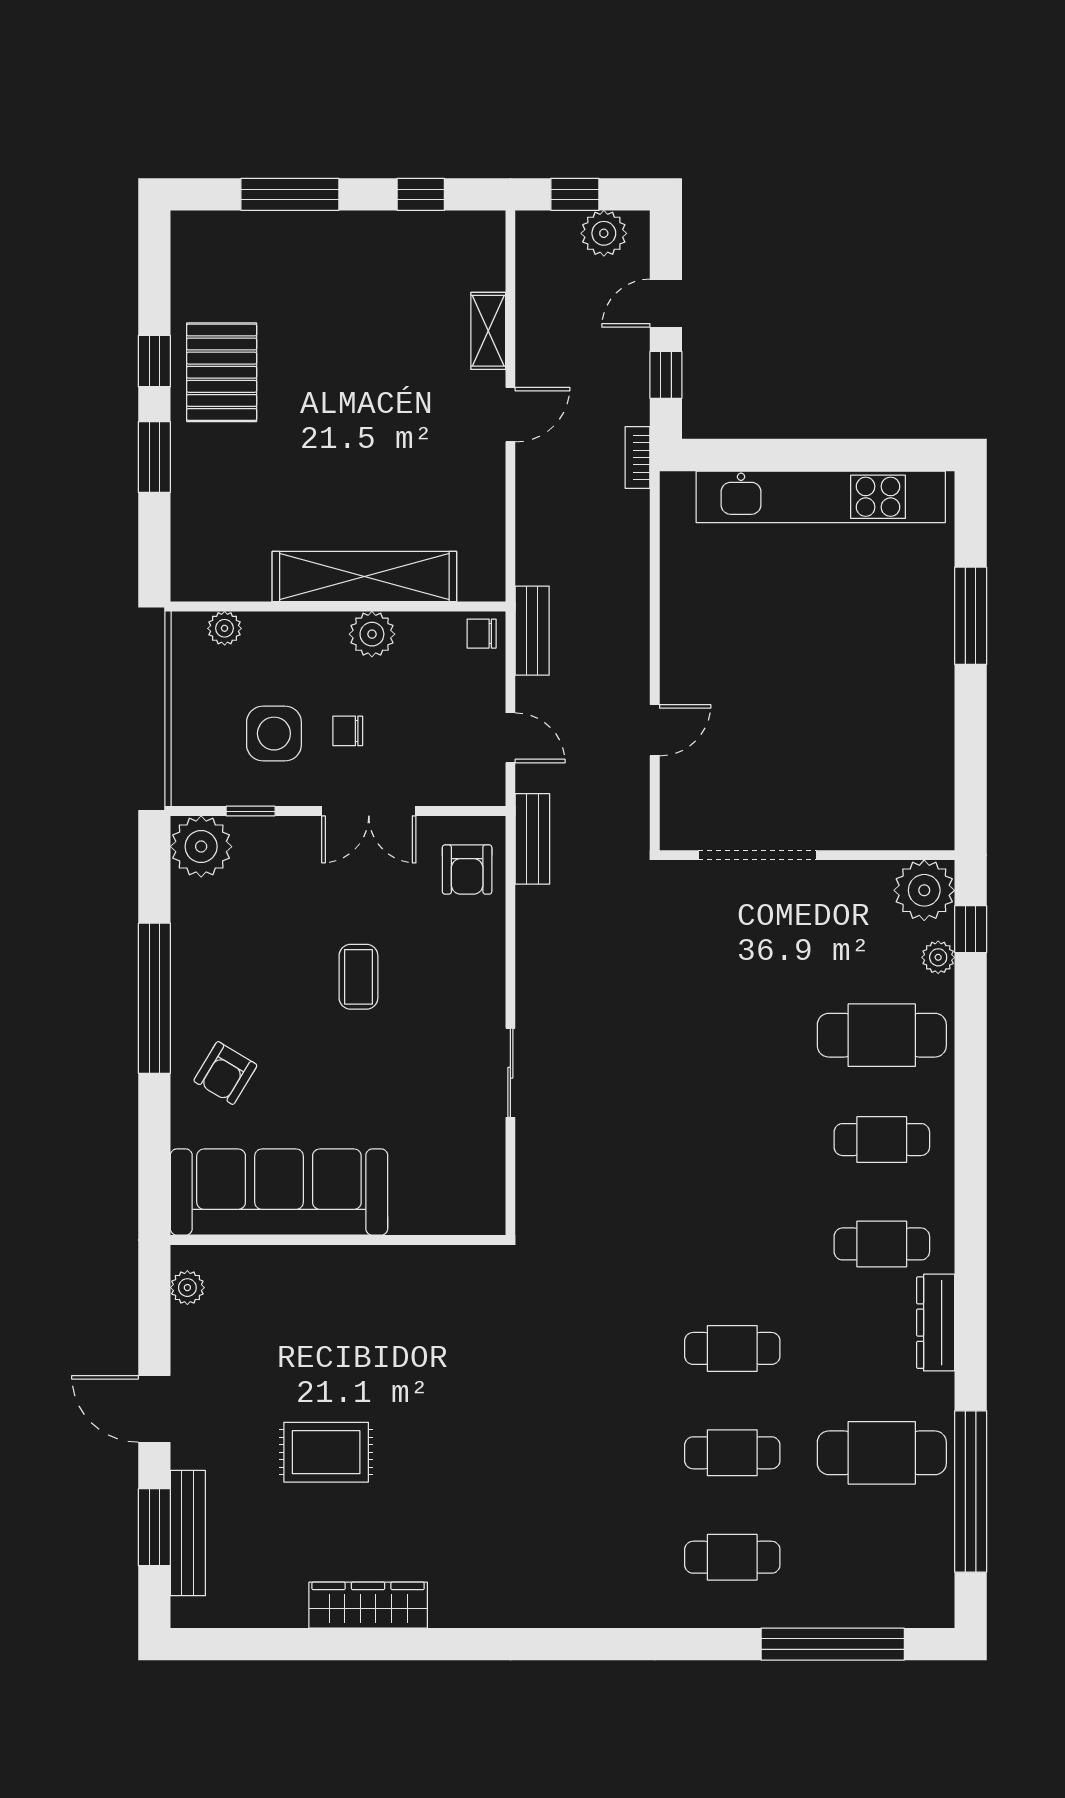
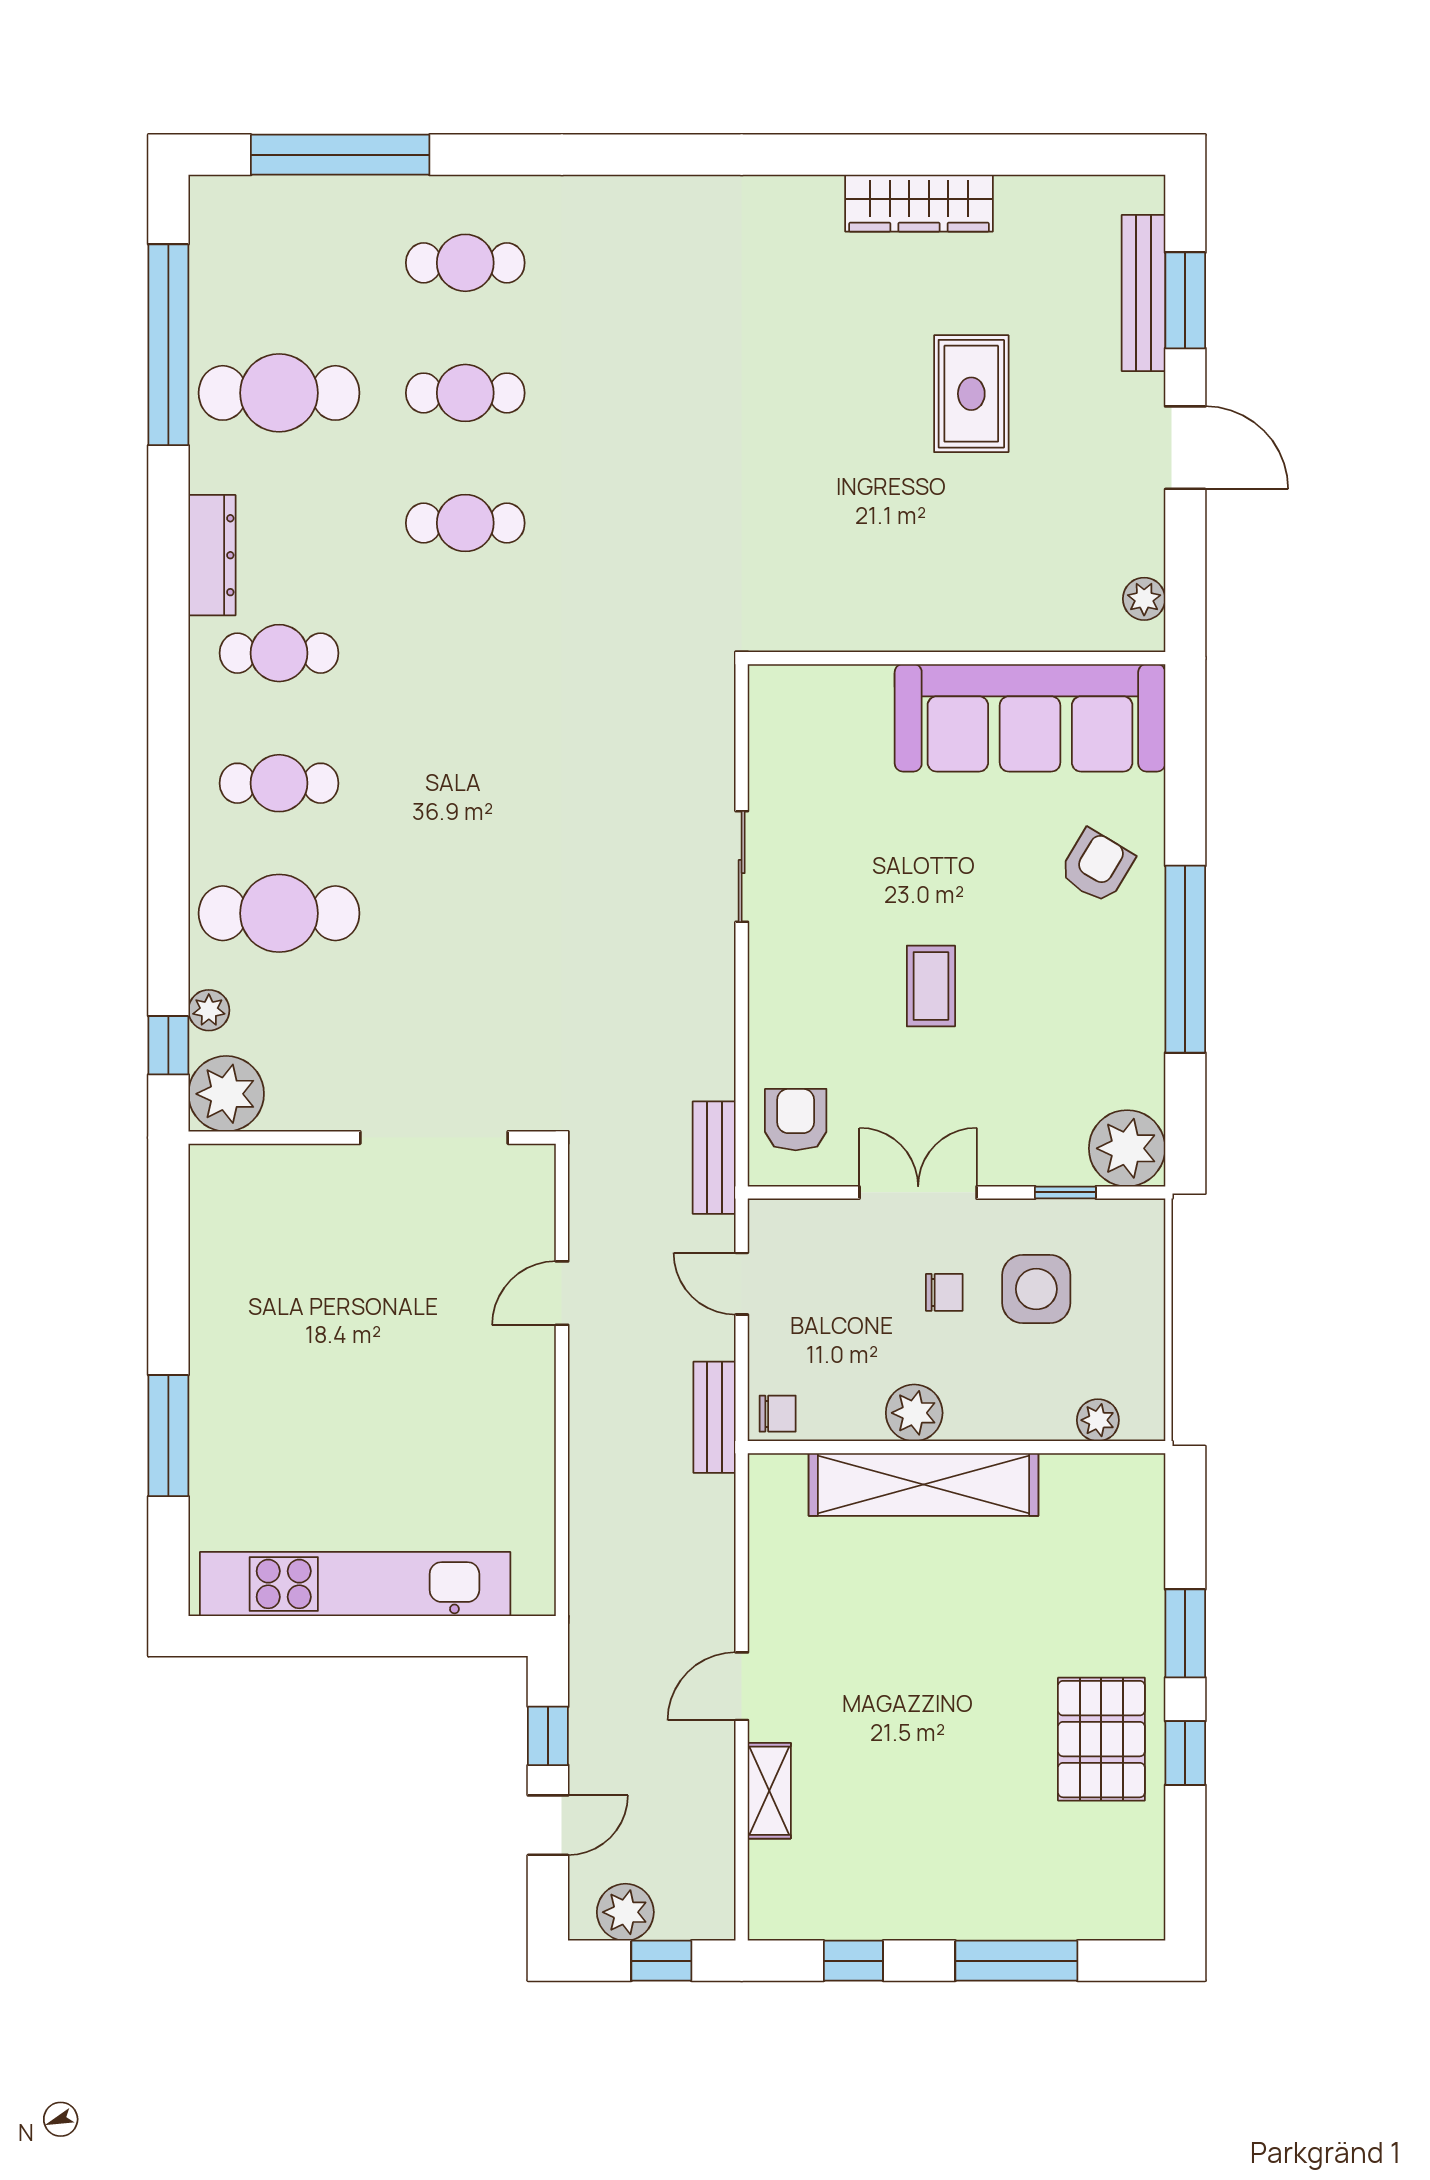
bookcase: (638, 457) -> (583, 1633), removed
rug: (326, 1452) -> (971, 394), turned 90

